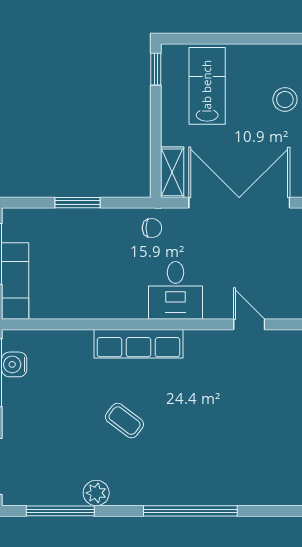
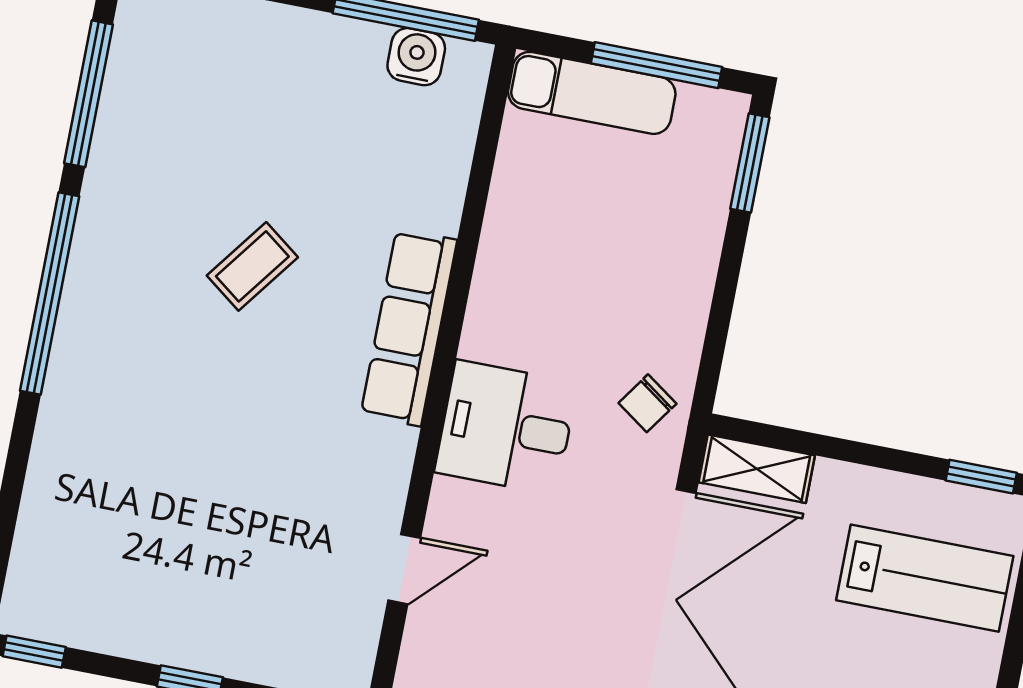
window: (78, 203) -> (750, 163), moved
chair: (152, 228) -> (647, 403), turned 35
plant: (96, 493) -> (111, 177), removed
window: (190, 511) -> (50, 293), moved

